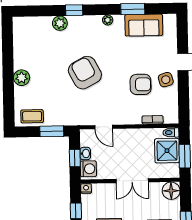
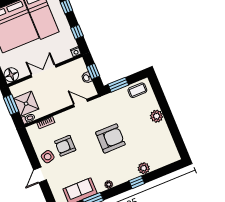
armchair: (85, 73) -> (110, 138), turned -62
washing machine: (88, 169) -> (80, 67), removed

